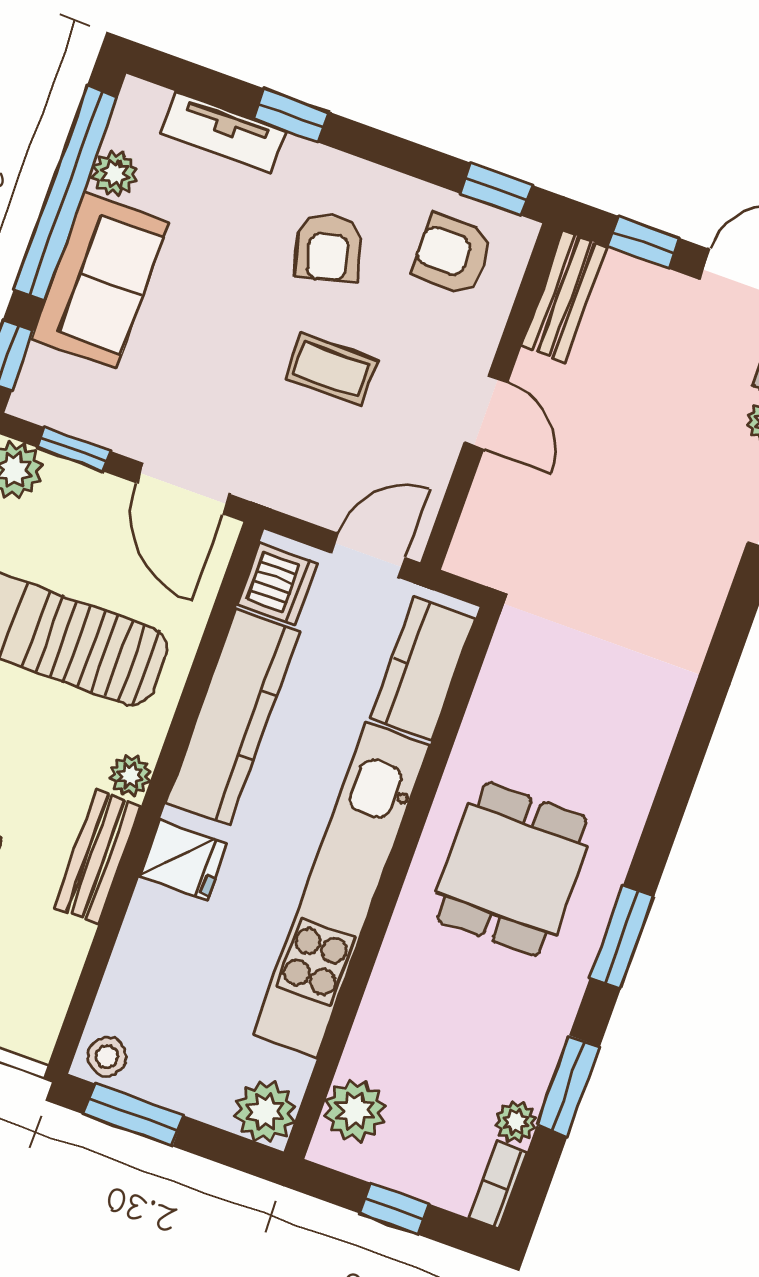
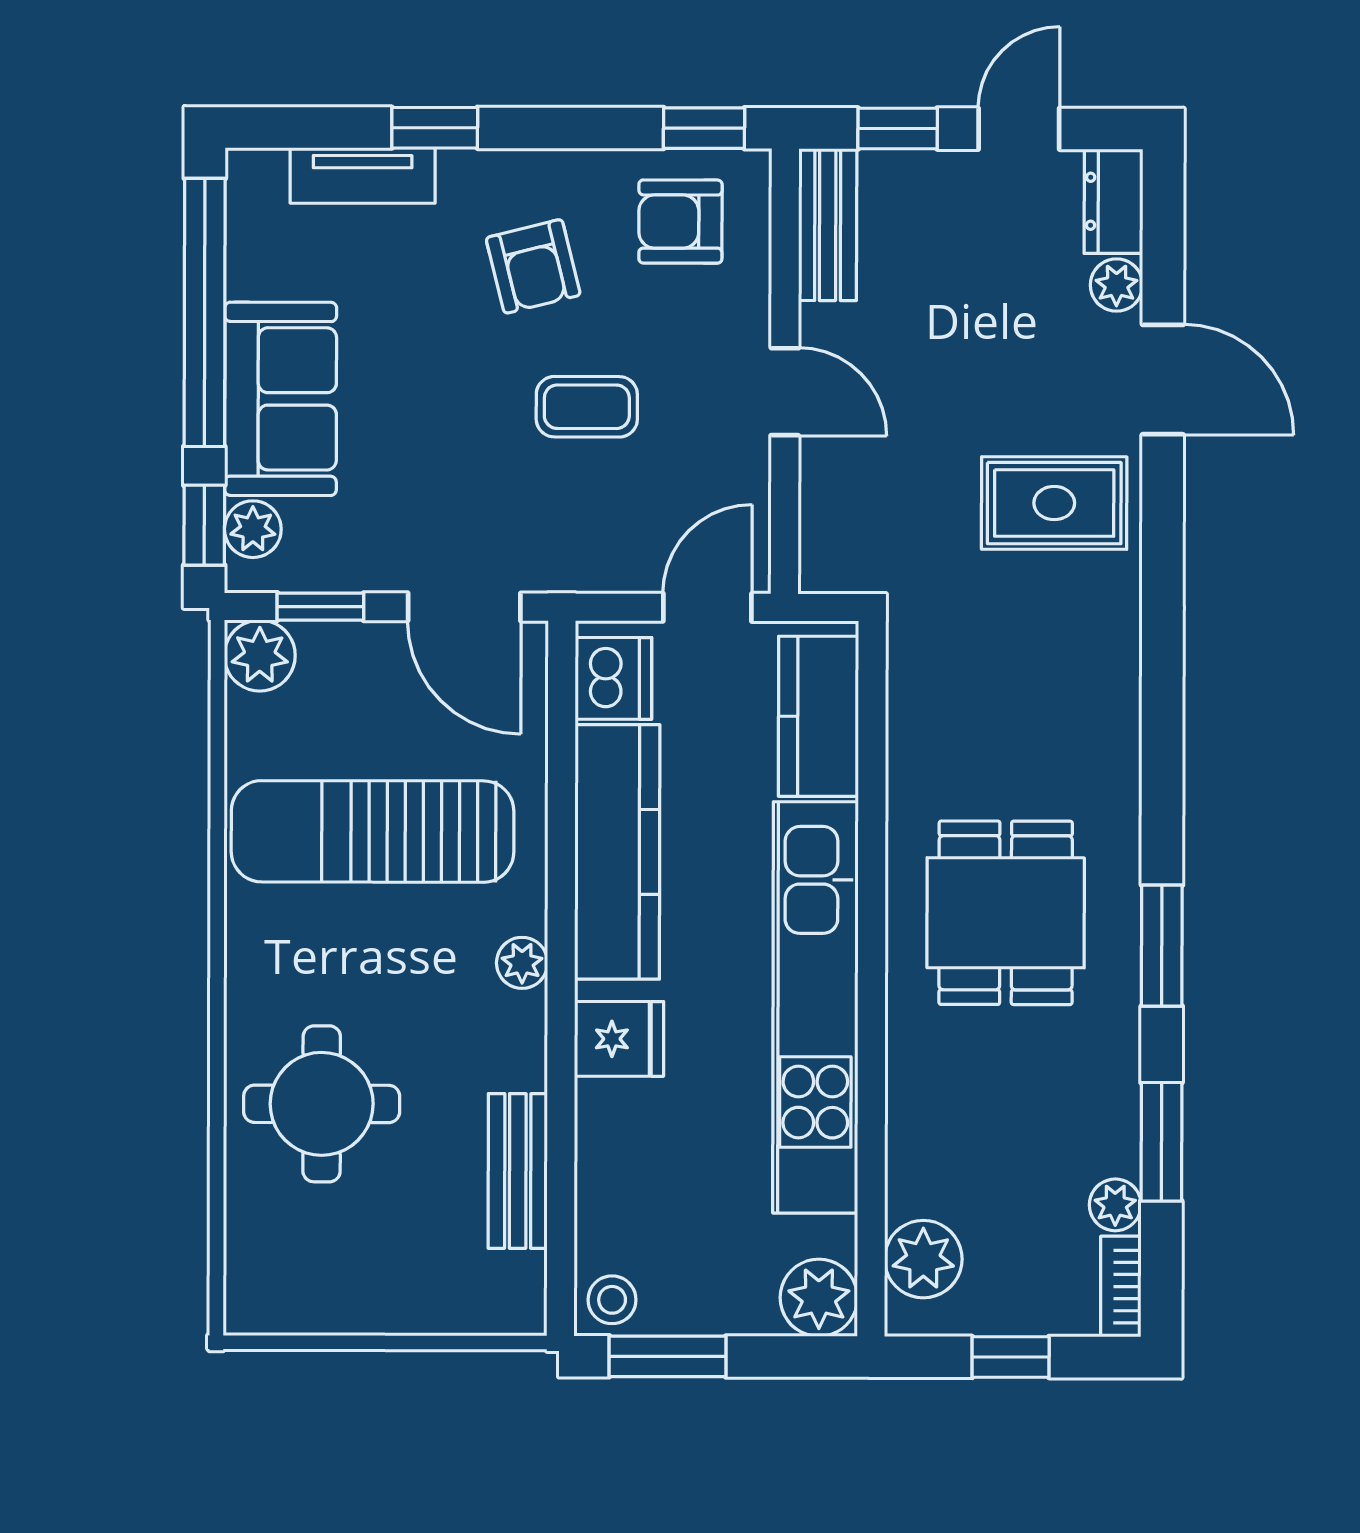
plant: (115, 173) -> (253, 529), moved
rug: (661, 570) -> (1054, 503), added
bench: (97, 857) -> (518, 1171), moved

